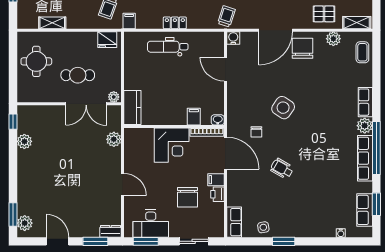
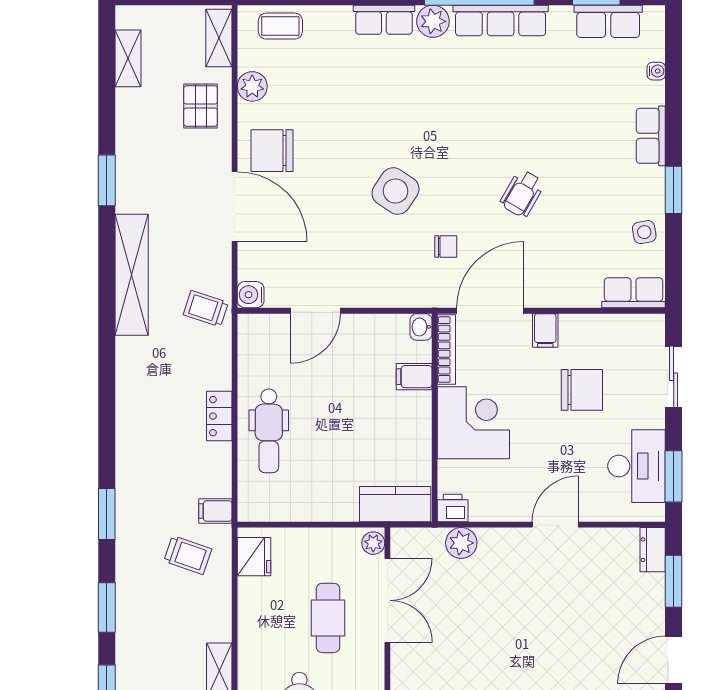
printer: (217, 194) -> (453, 508), moved, turned 180
row of seats: (310, 230) -> (651, 136), added

